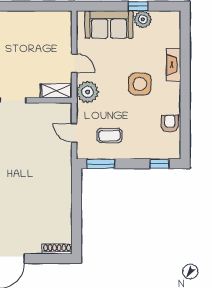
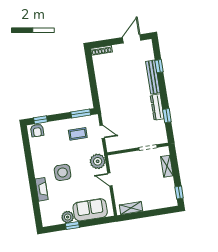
shelving: (56, 91) -> (131, 208), moved
armchair: (170, 123) -> (37, 130), moved

